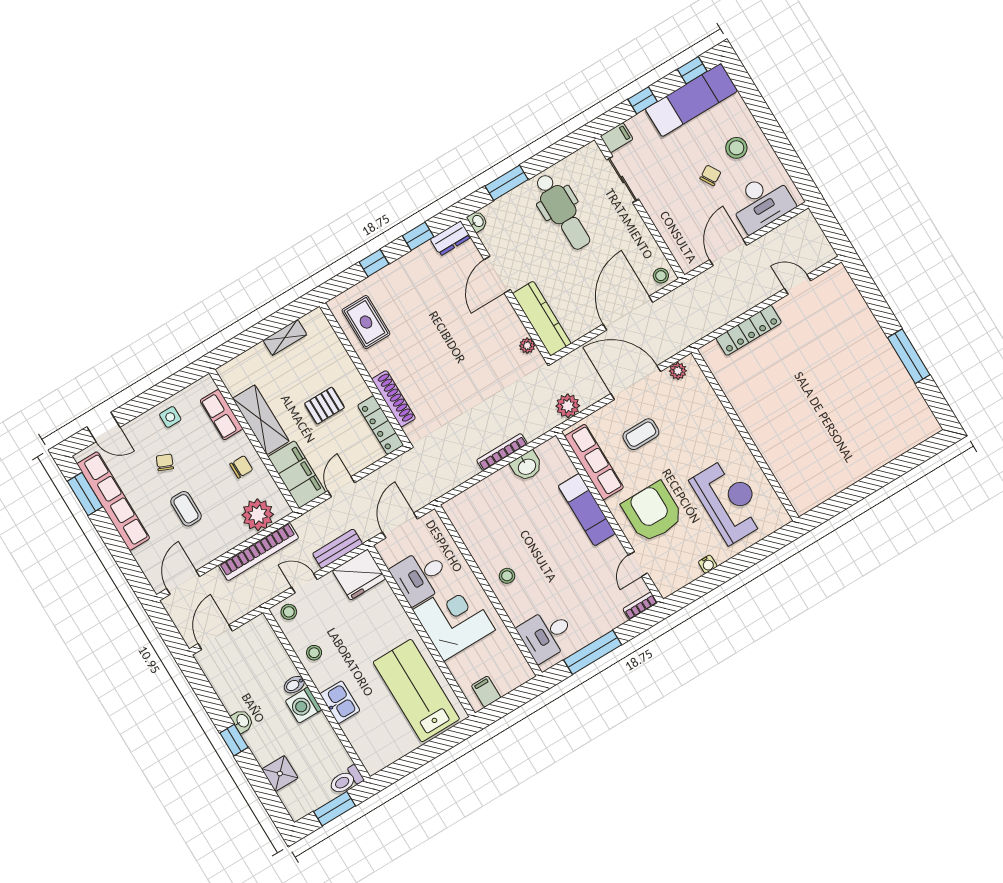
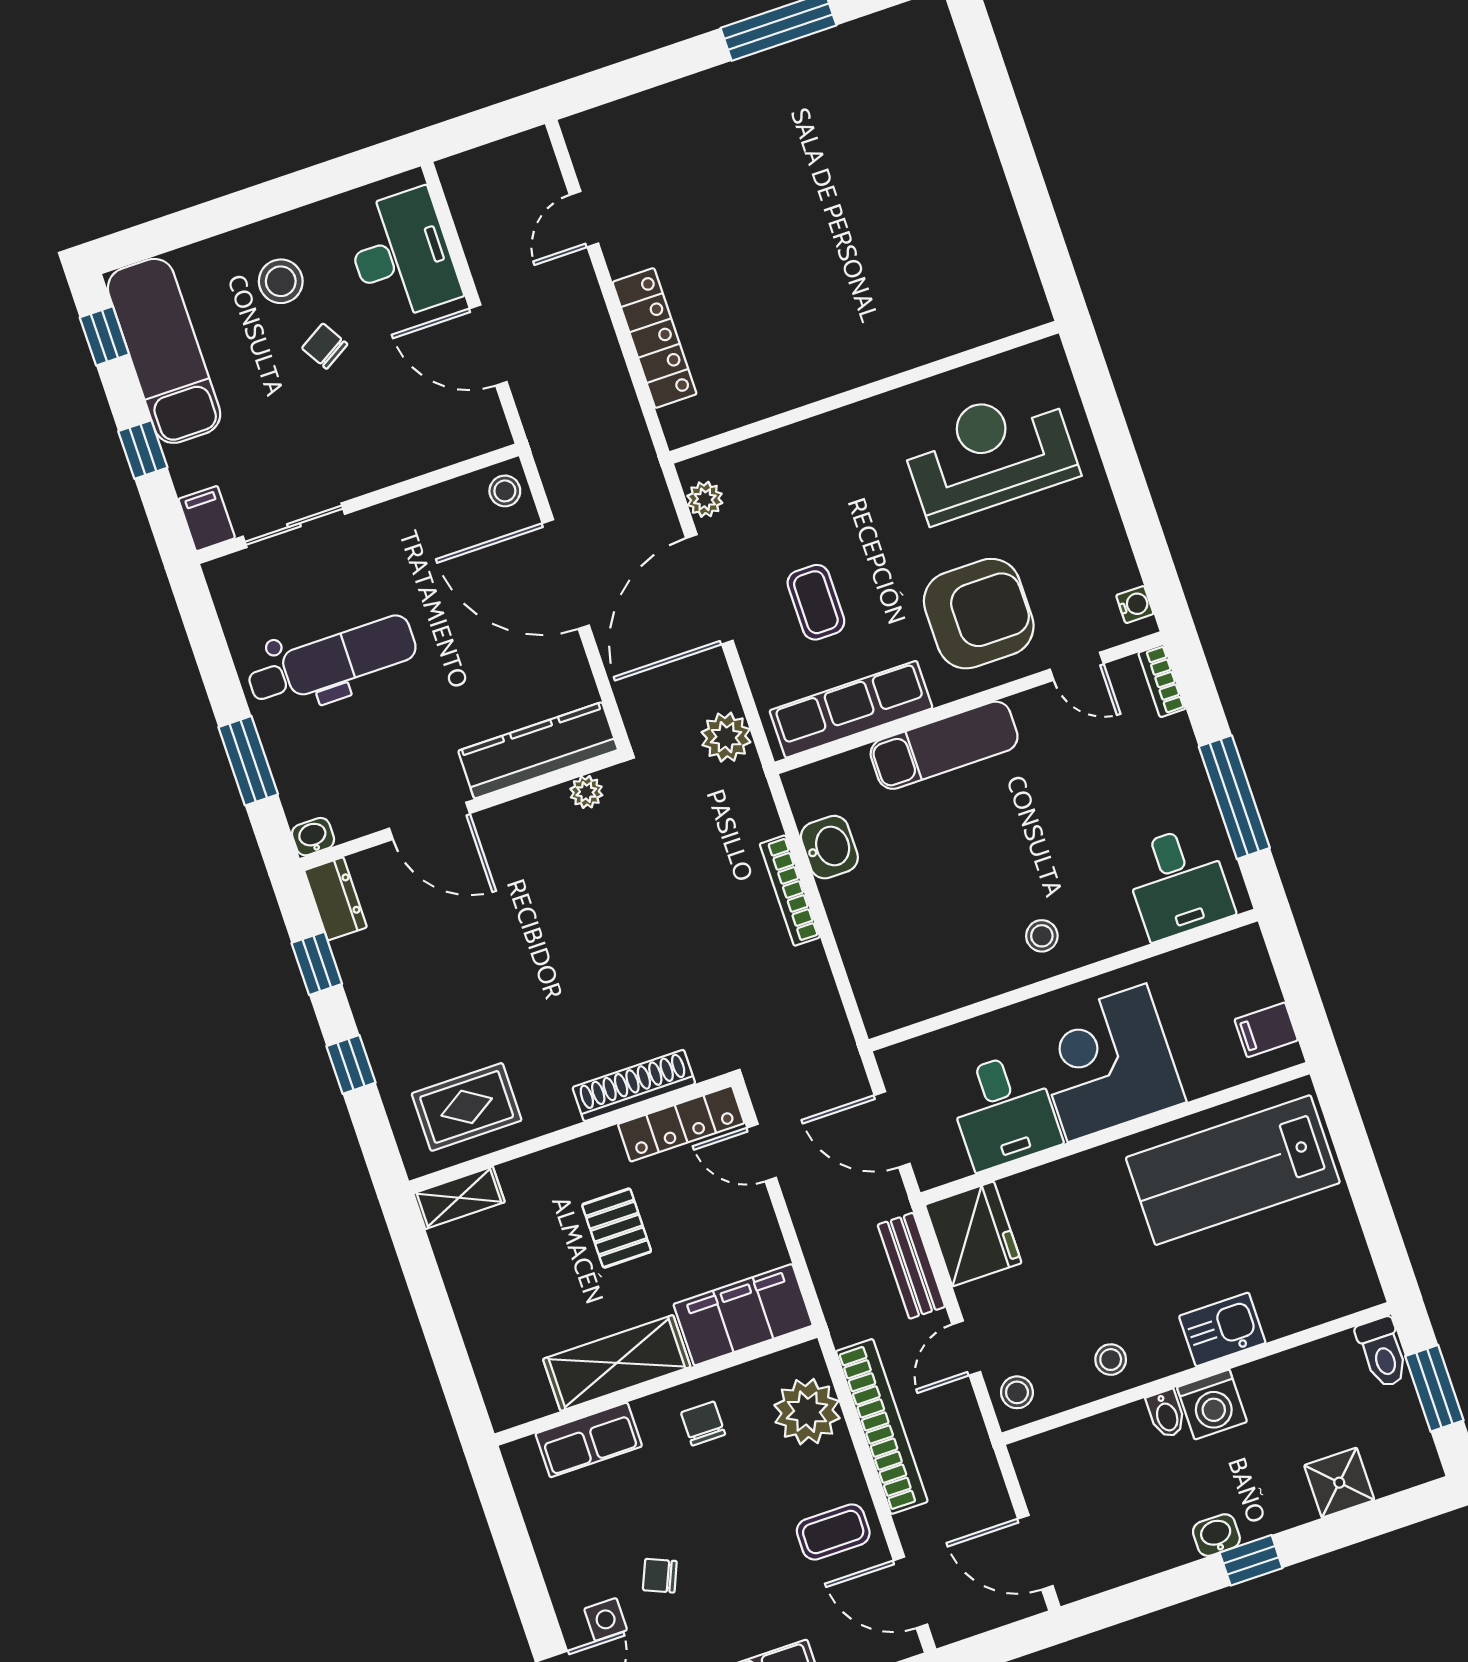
shelving: (285, 338) -> (459, 1198), moved, turned 90
side table: (170, 417) -> (606, 1619), moved
door: (341, 487) -> (762, 1153), moved
coffee table: (186, 509) -> (833, 1532), moved
armchair: (653, 512) -> (979, 614), turned 180
water cooler: (708, 564) -> (1135, 605), moved

